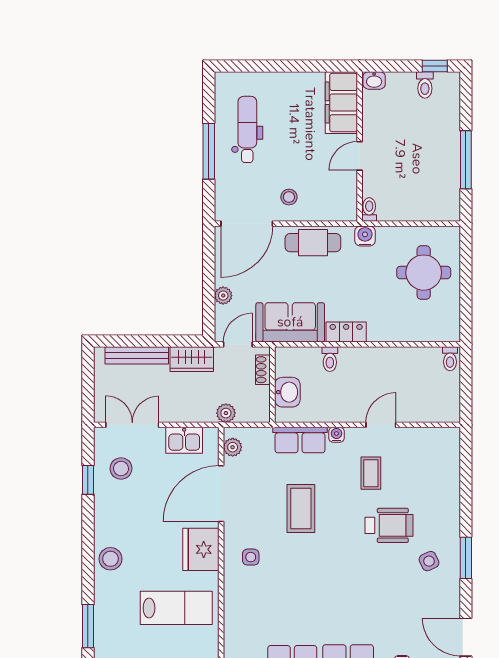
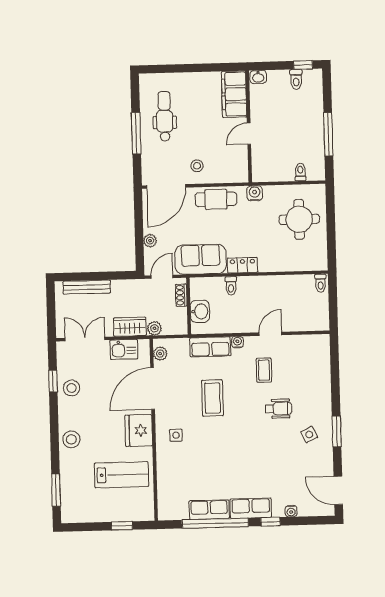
toilet: (369, 209) -> (300, 172), moved
wardrobe: (192, 359) -> (130, 327), moved, turned 180
stool: (121, 468) -> (72, 388), moved
wheelchair: (389, 525) -> (279, 409), width x0.73, depth x0.73

